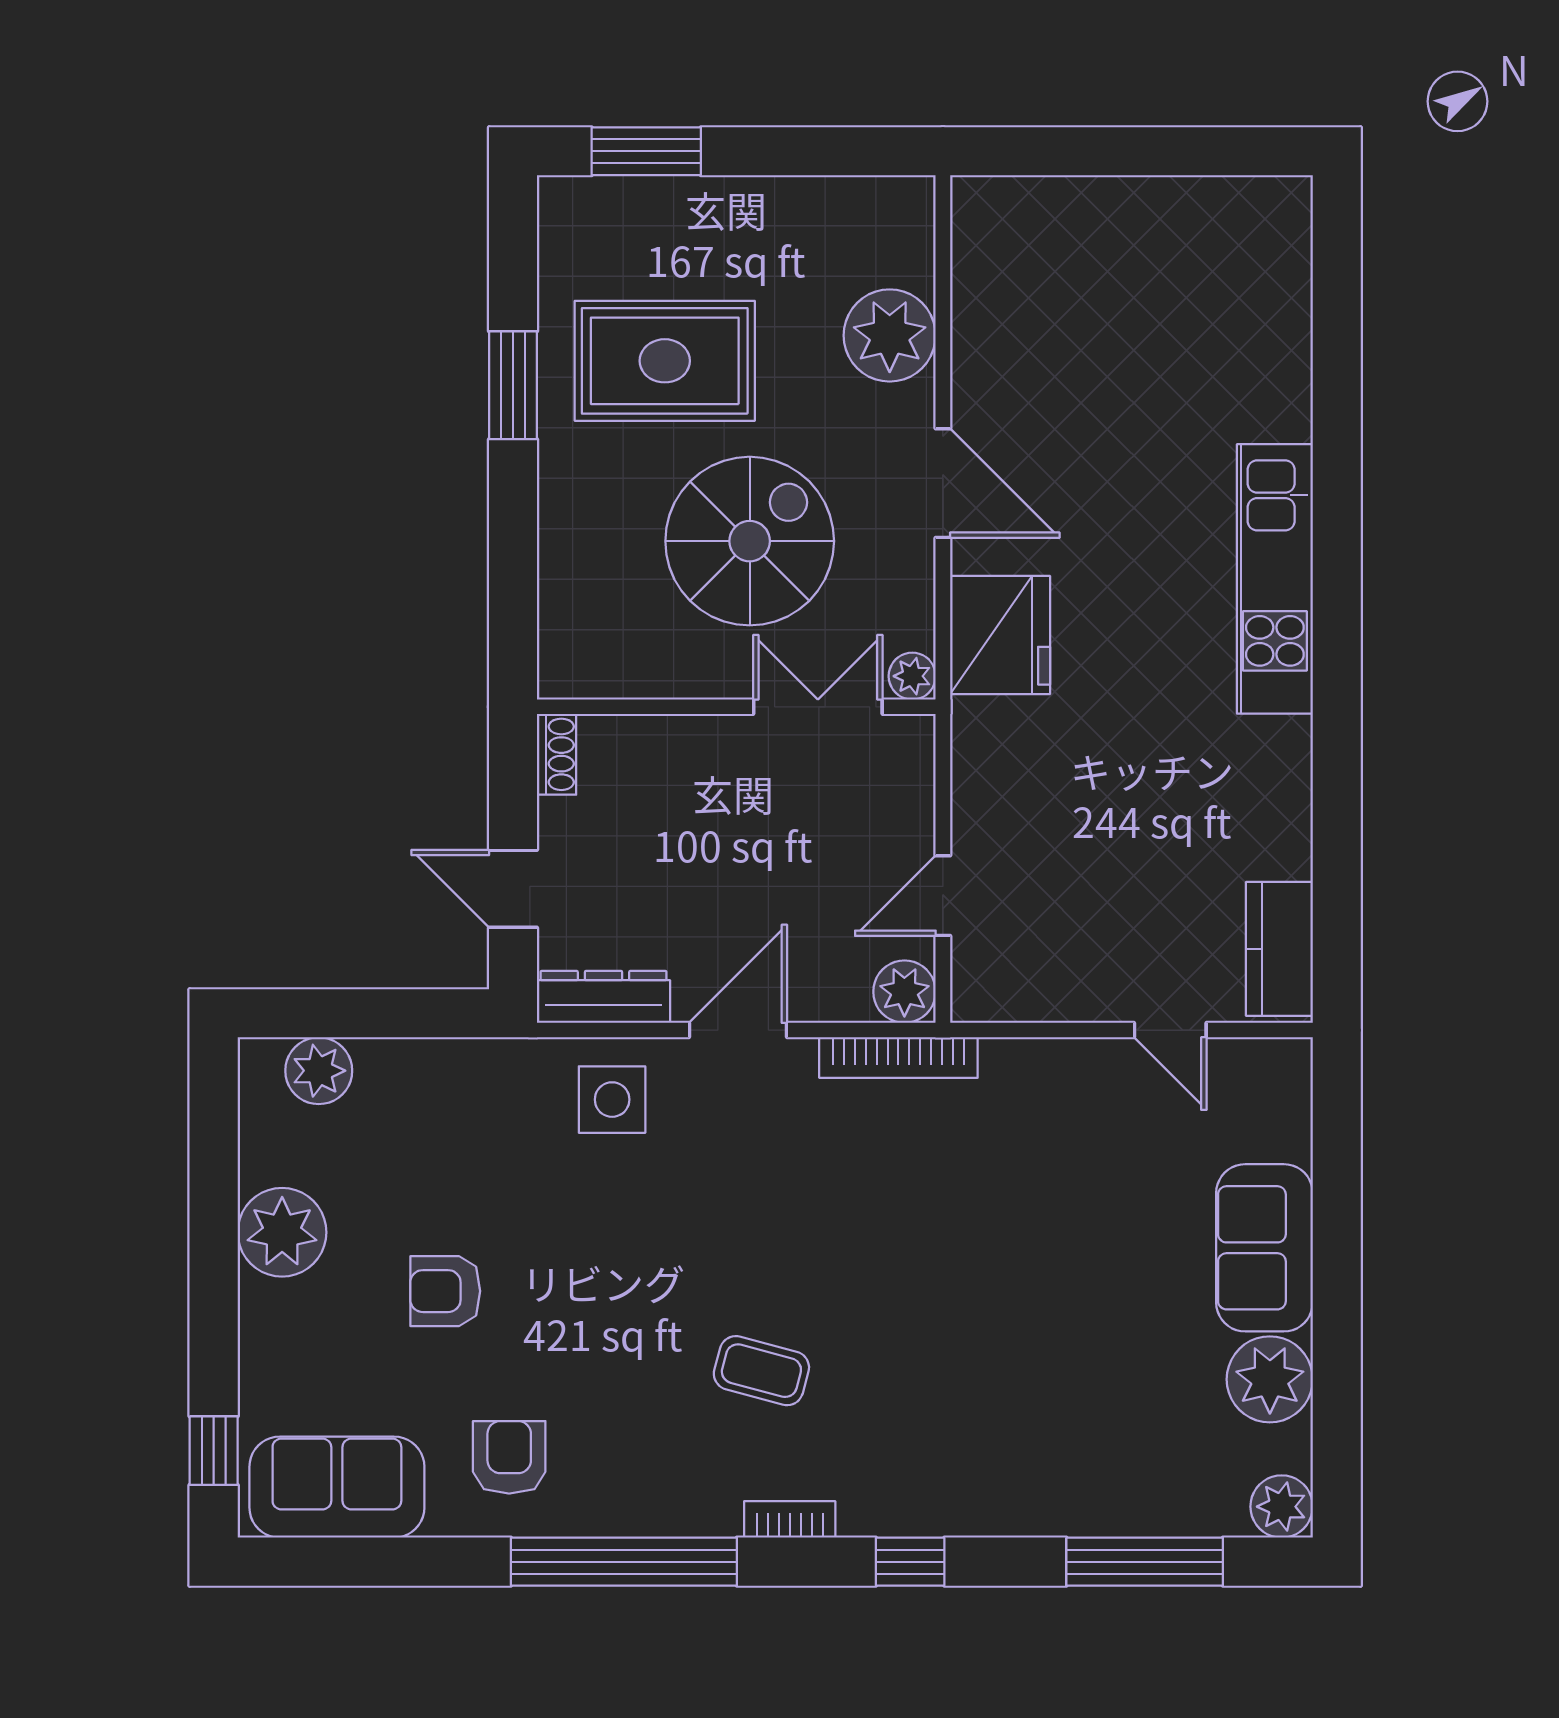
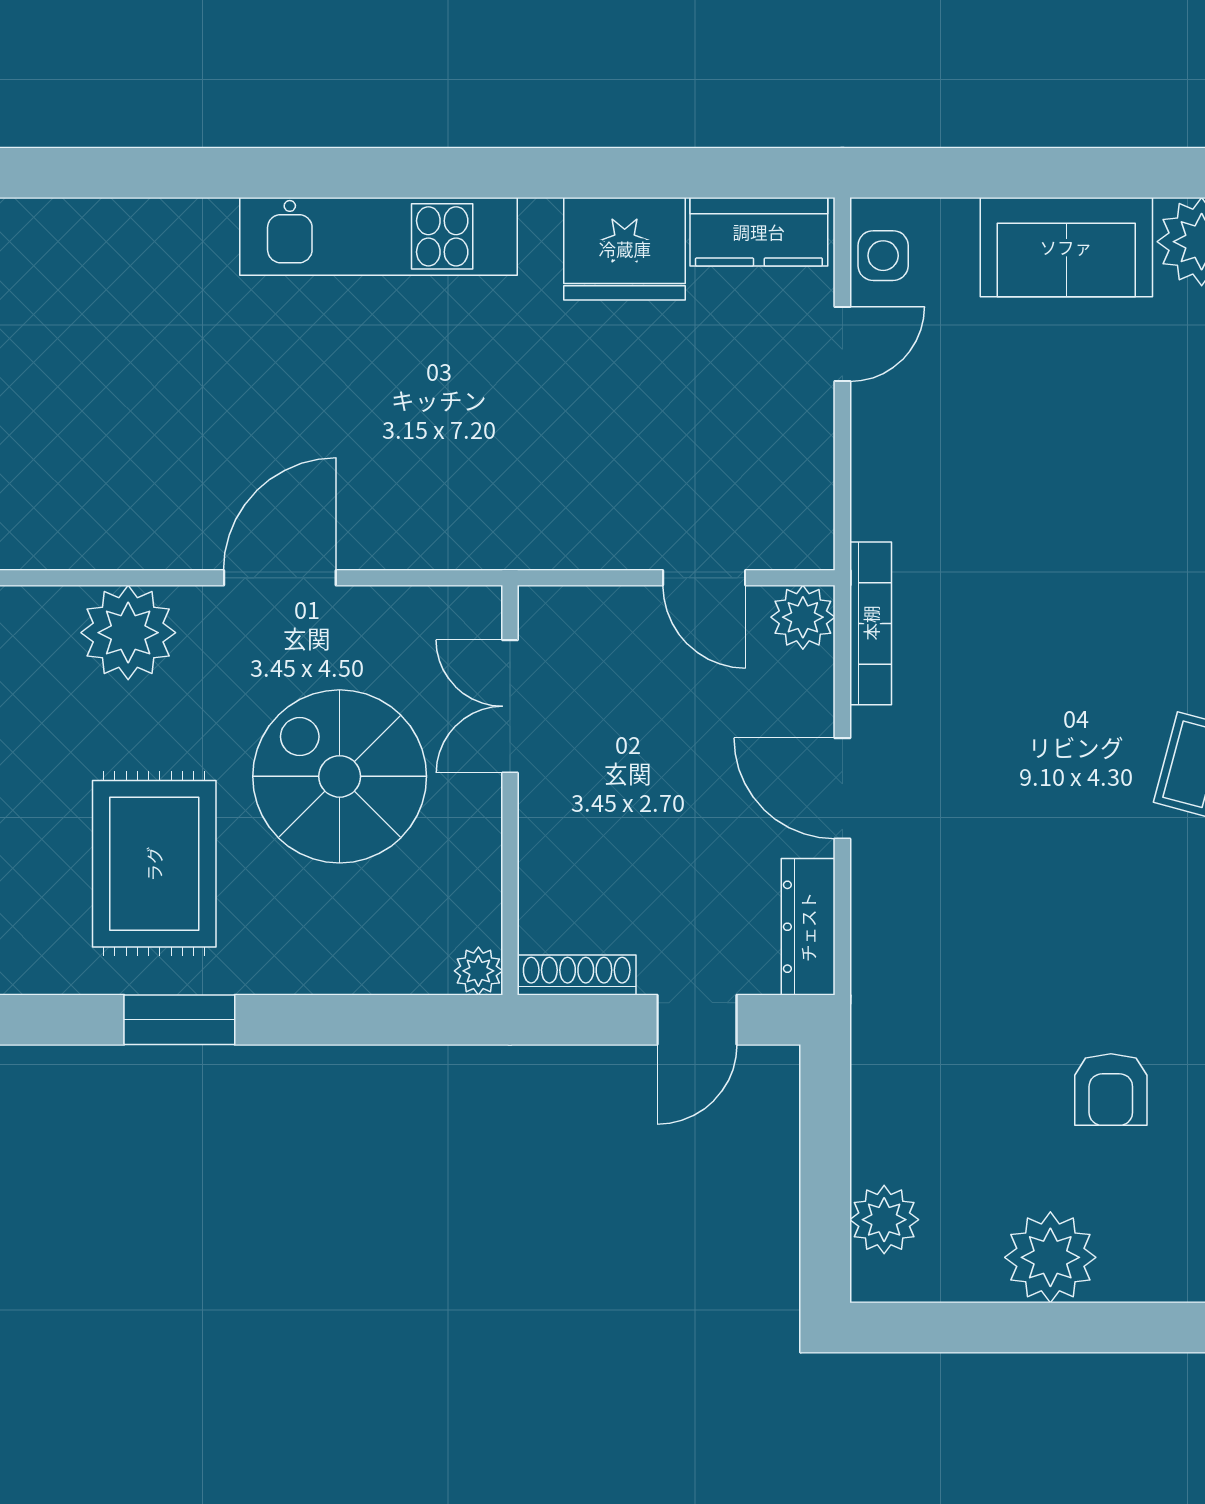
fridge: (1000, 635) -> (625, 249), moved, turned 180
plant: (912, 676) -> (478, 971), moved
shoe rack: (557, 754) -> (577, 975), width x1.43
side table: (612, 1100) -> (883, 256), moved, width x0.73, depth x0.73

